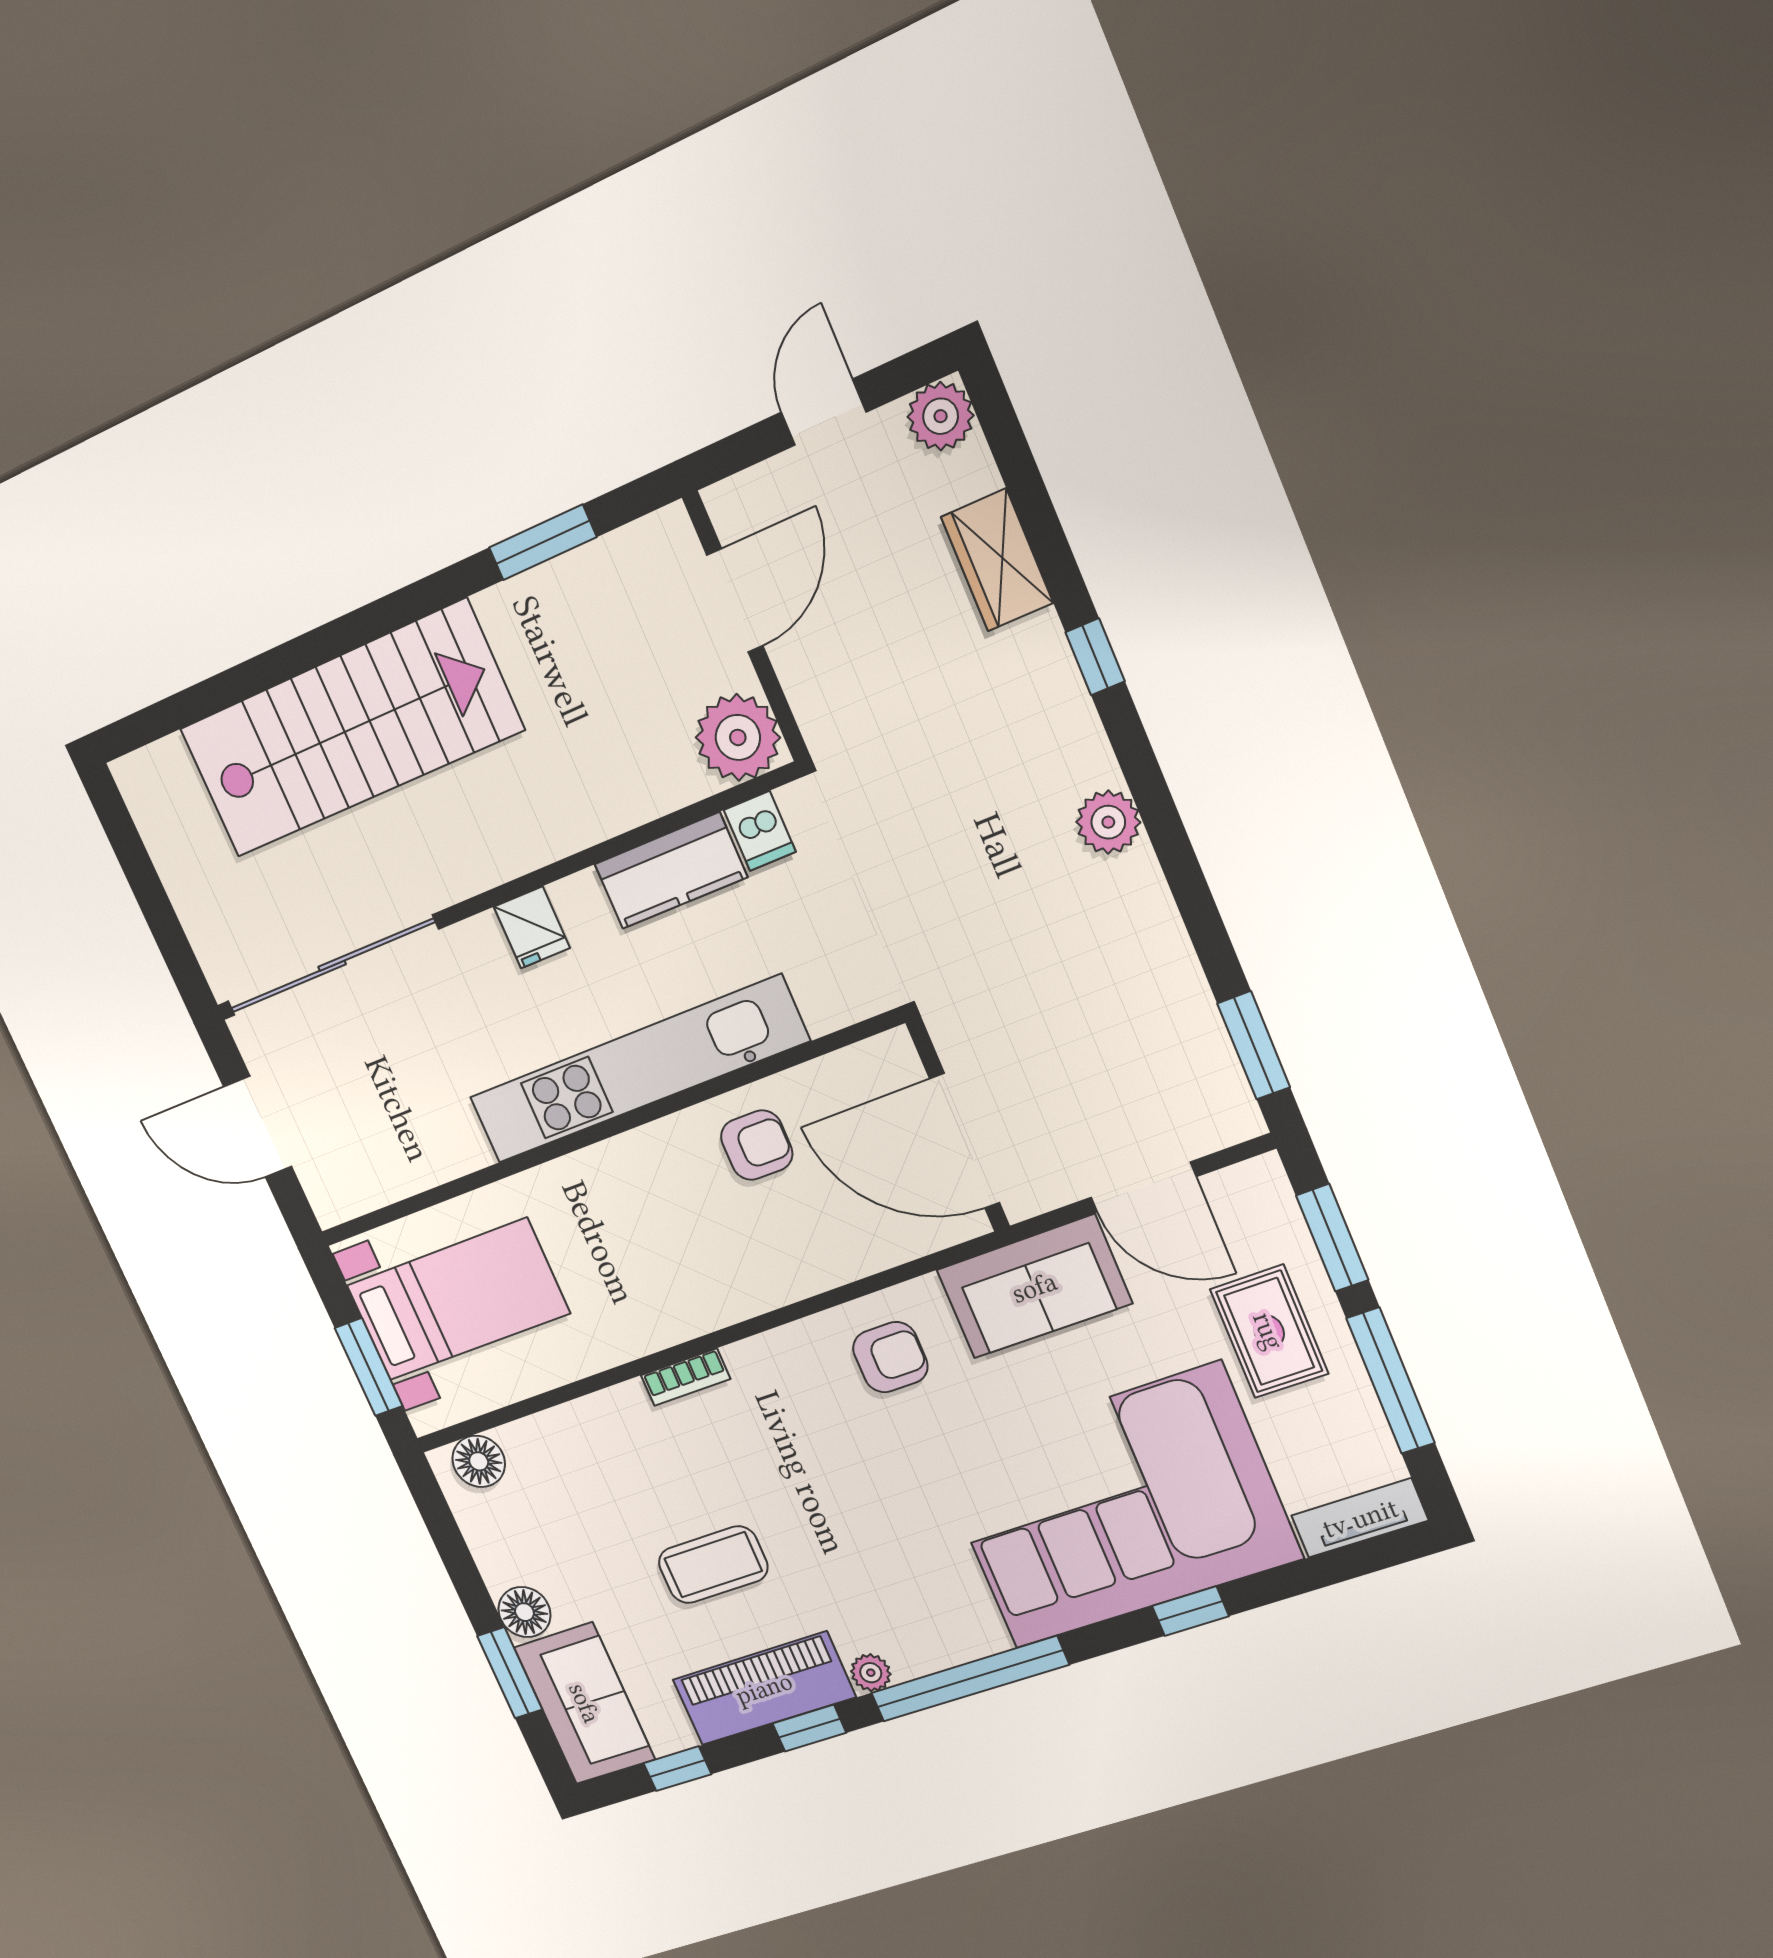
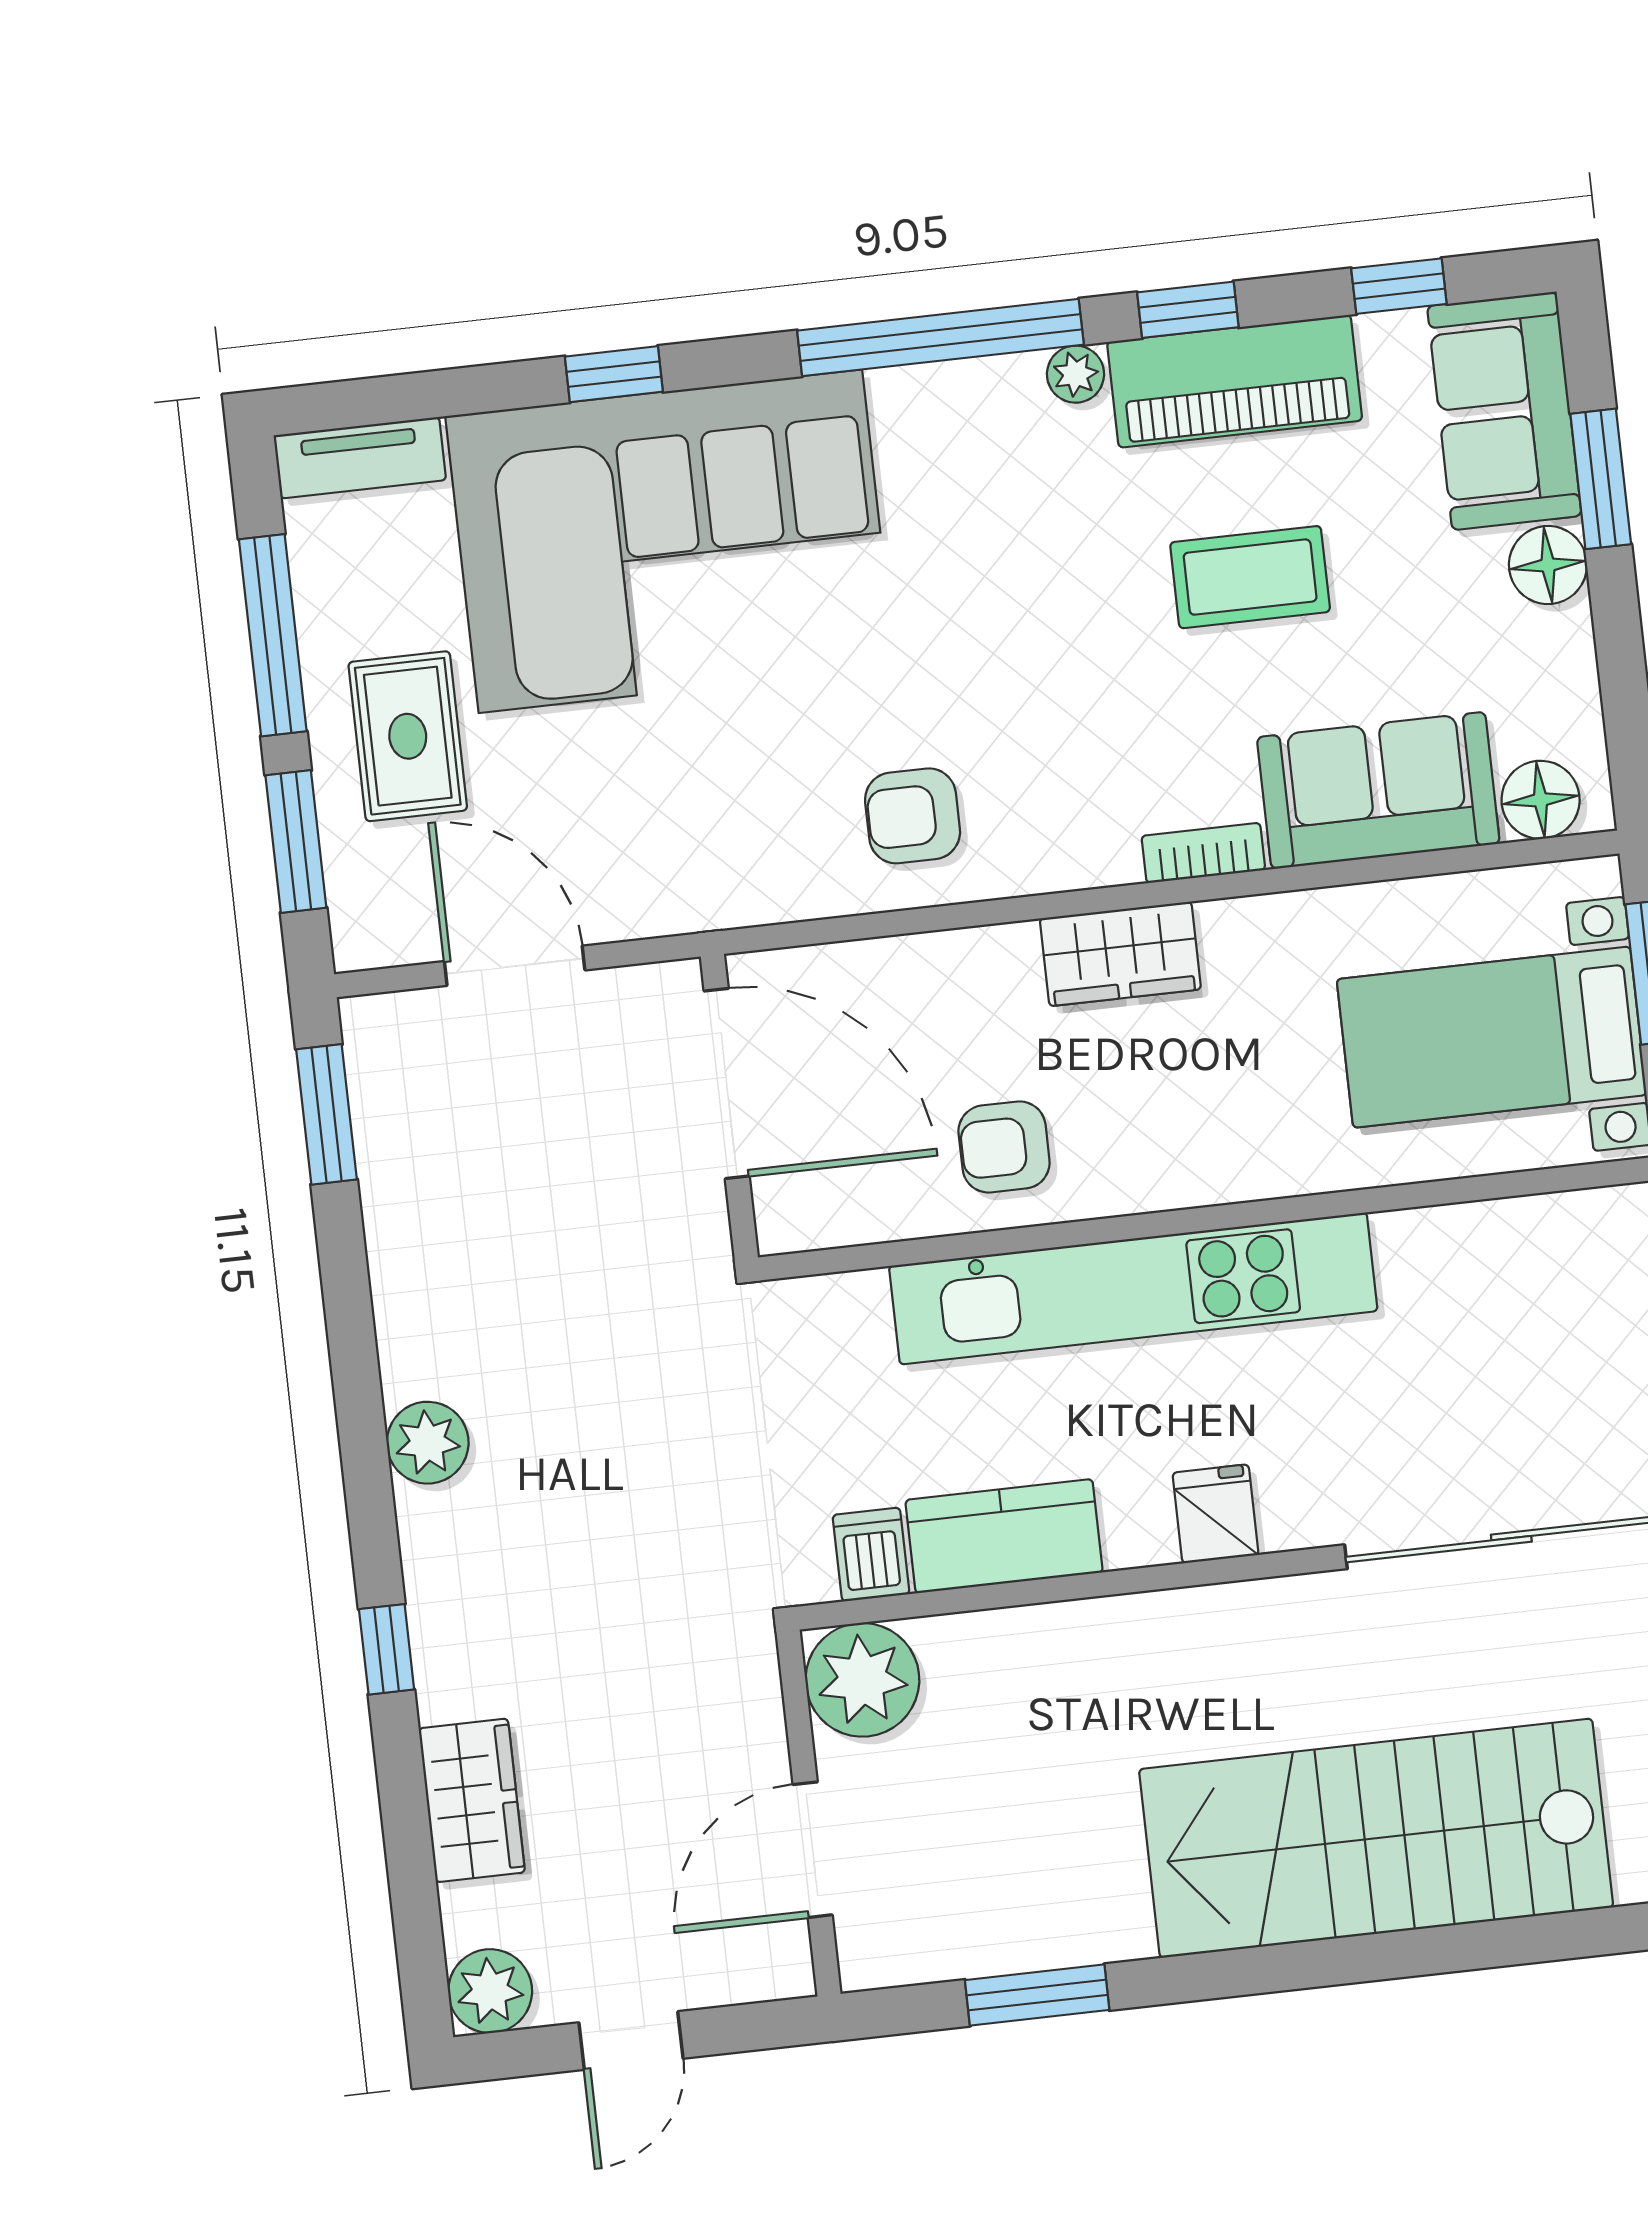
sofa: (1034, 1287) -> (1378, 790), moved
wardrobe: (719, 1297) -> (1120, 954), added

